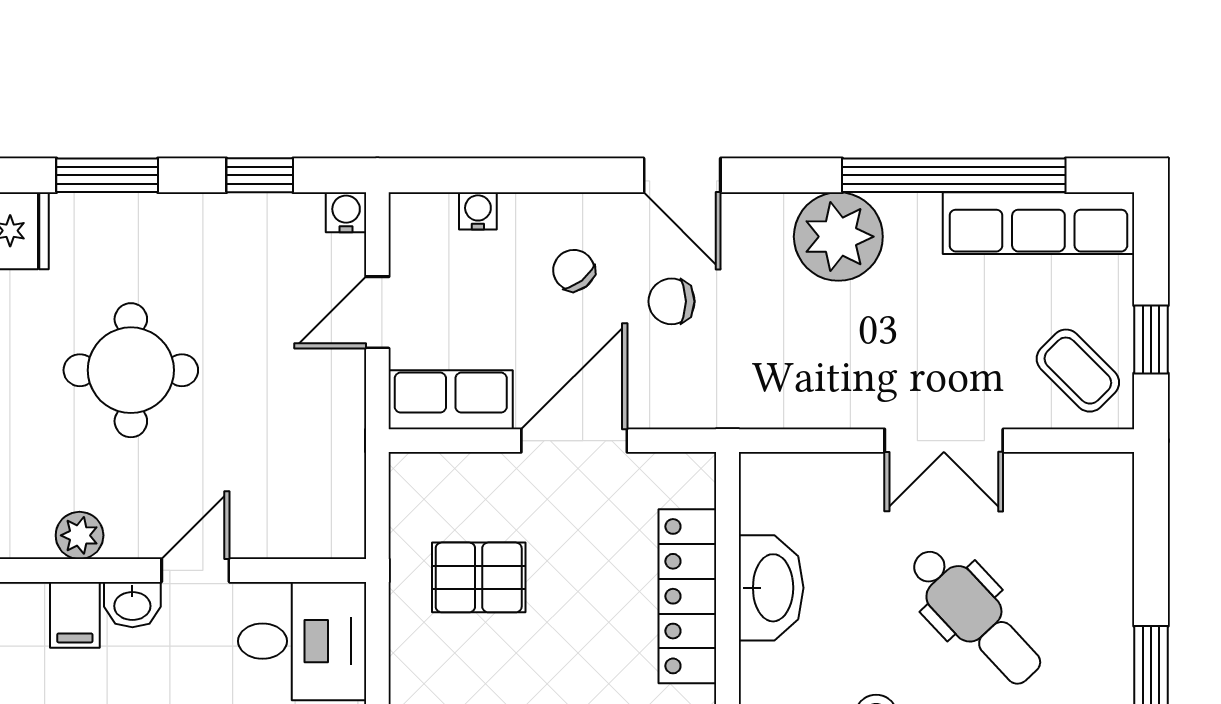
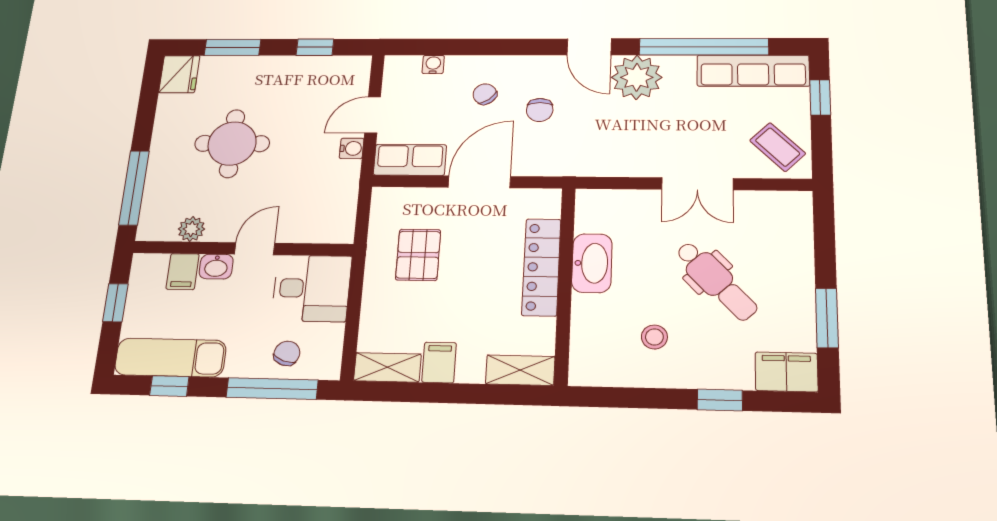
door: (682, 175) -> (589, 47), moved
water cooler: (346, 212) -> (352, 148), moved, turned 90
chair: (672, 301) -> (540, 110), turned -90
window: (1151, 339) -> (820, 97), moved
pallet: (479, 577) -> (418, 255), turned 90

